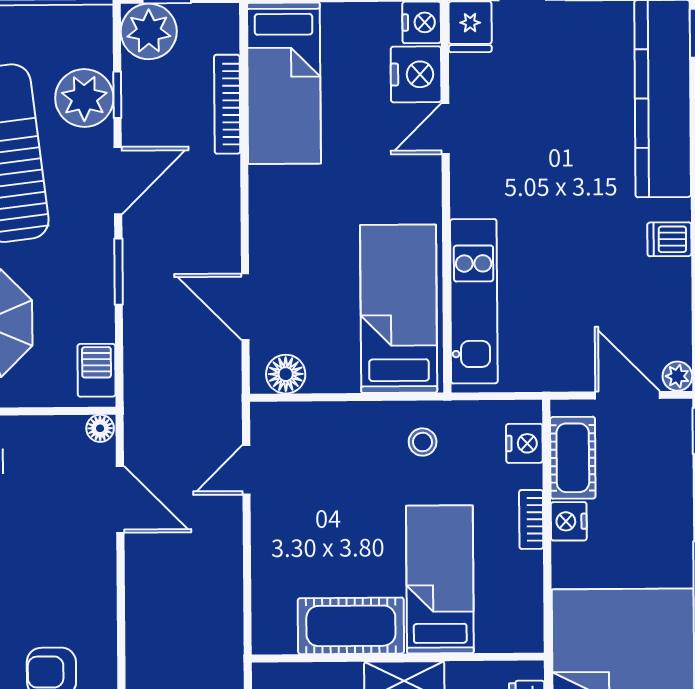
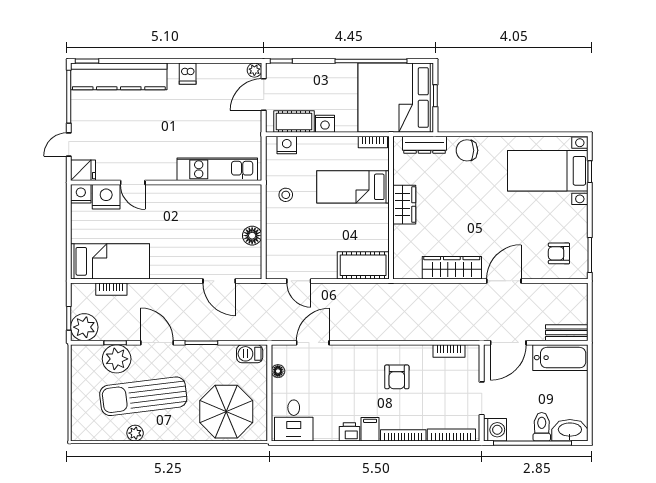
bookcase: (227, 104) -> (111, 289), width x0.64
door: (245, 307) -> (219, 281), hinge flipped
bed: (399, 309) -> (221, 206), removed
floor lamp: (286, 374) -> (252, 236), moved
floor lamp: (100, 428) -> (278, 371), moved
bookcase: (531, 519) -> (373, 142), moved
cot: (351, 626) -> (363, 265), moved, turned 90

